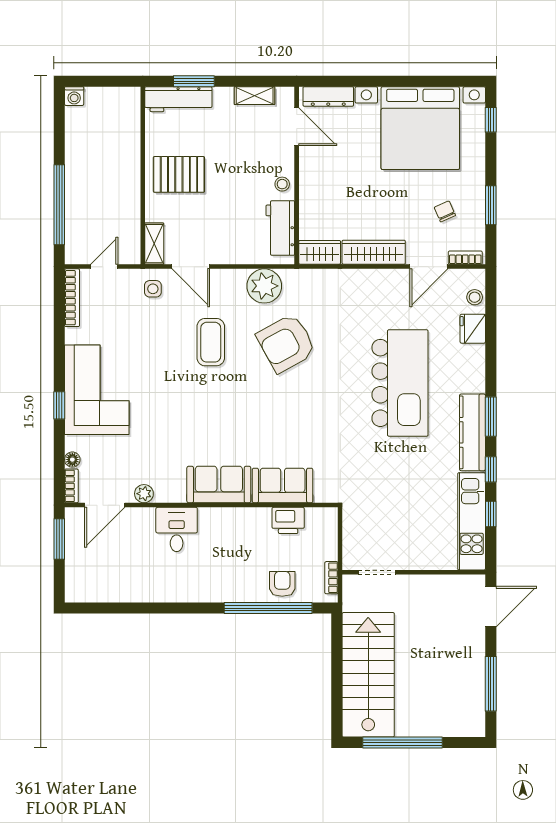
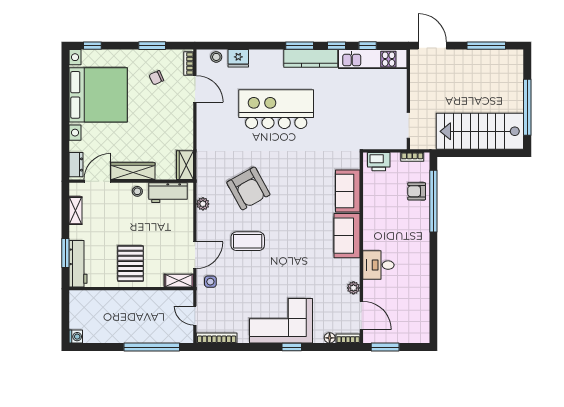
dresser: (328, 96) -> (76, 165), width x0.70
wardrobe: (374, 252) -> (133, 171), moved, turned 90
plant: (264, 286) -> (203, 204), width x0.53, depth x0.53
printer: (288, 520) -> (379, 162), moved, turned 90

